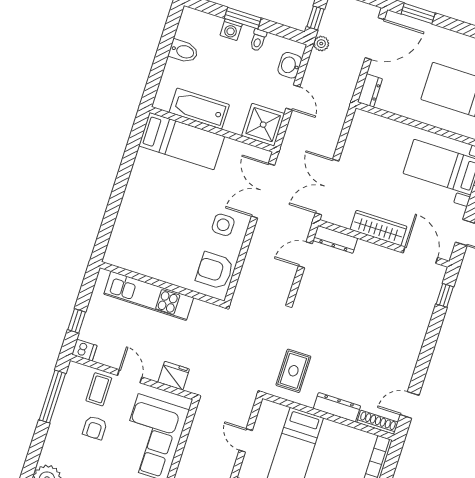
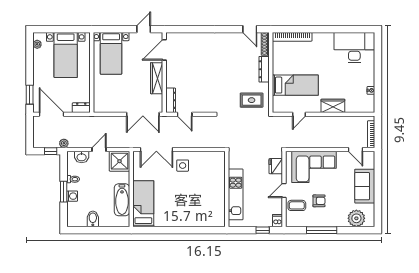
armchair: (215, 271) -> (210, 162), removed
window: (445, 295) -> (182, 29), removed
window: (52, 397) -> (322, 230), moved

